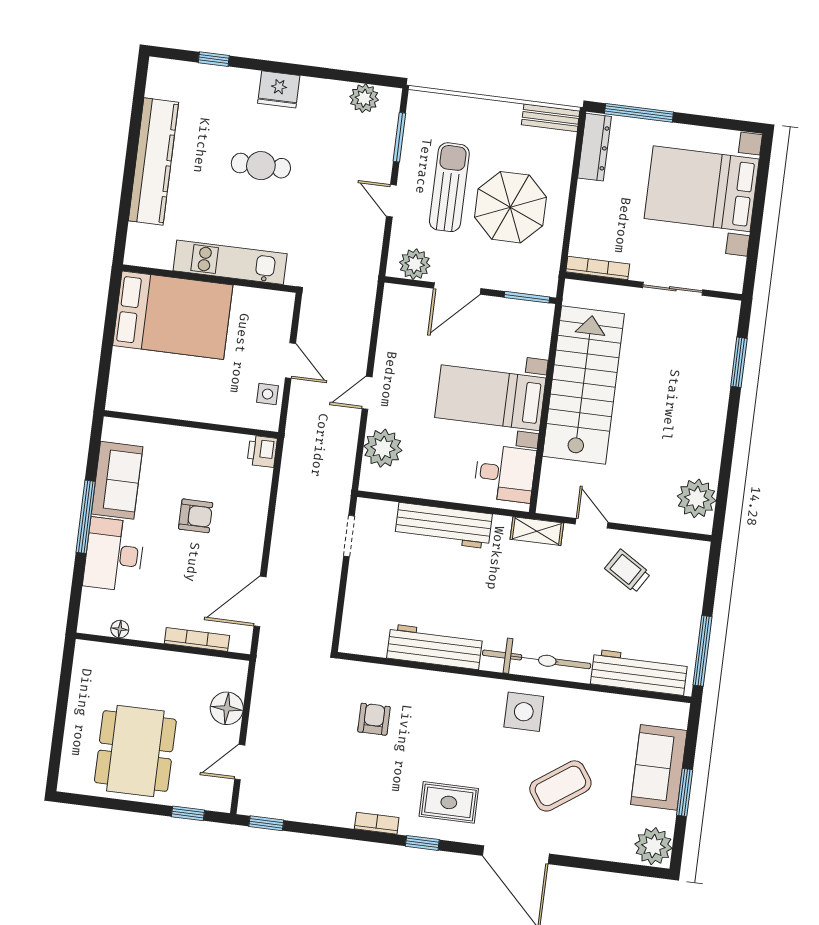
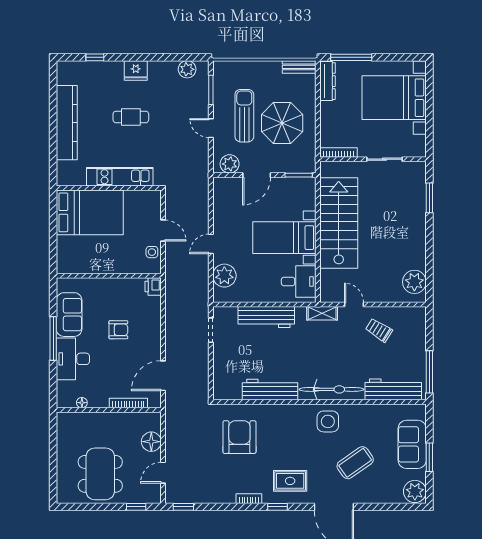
armchair: (374, 719) -> (239, 437), width x1.88, depth x1.88

